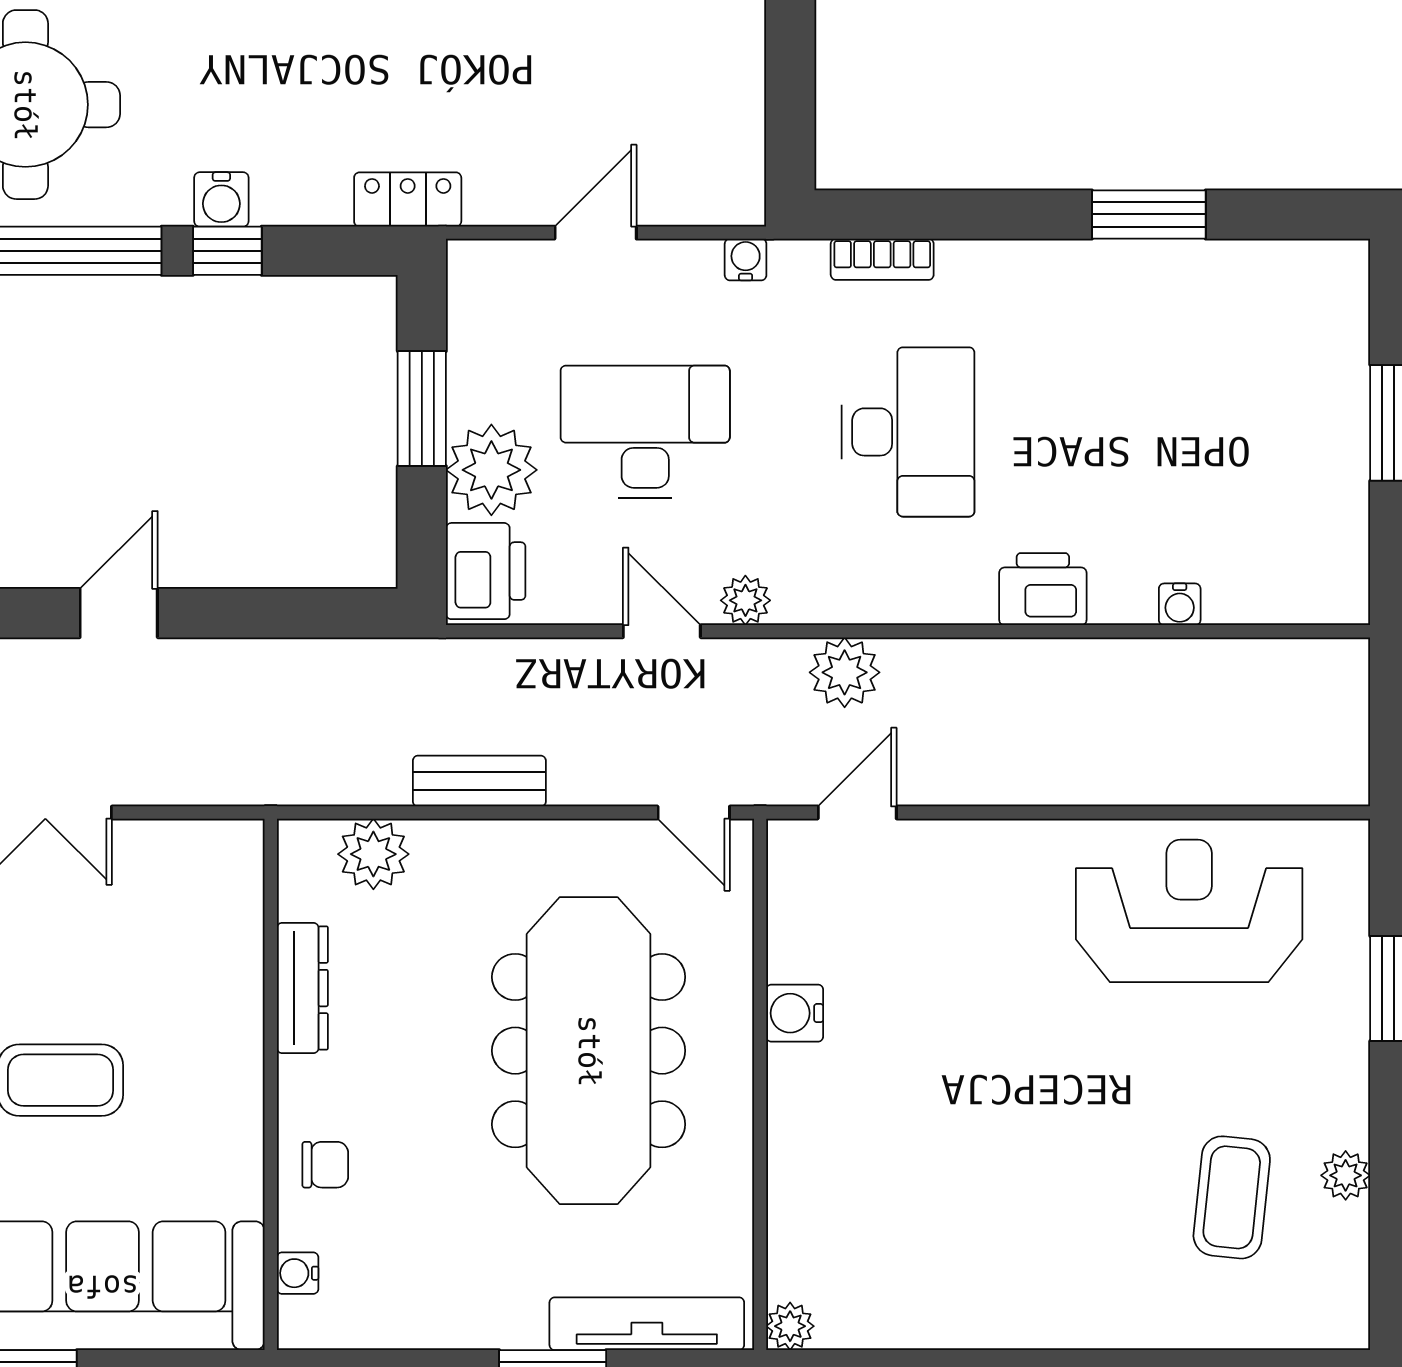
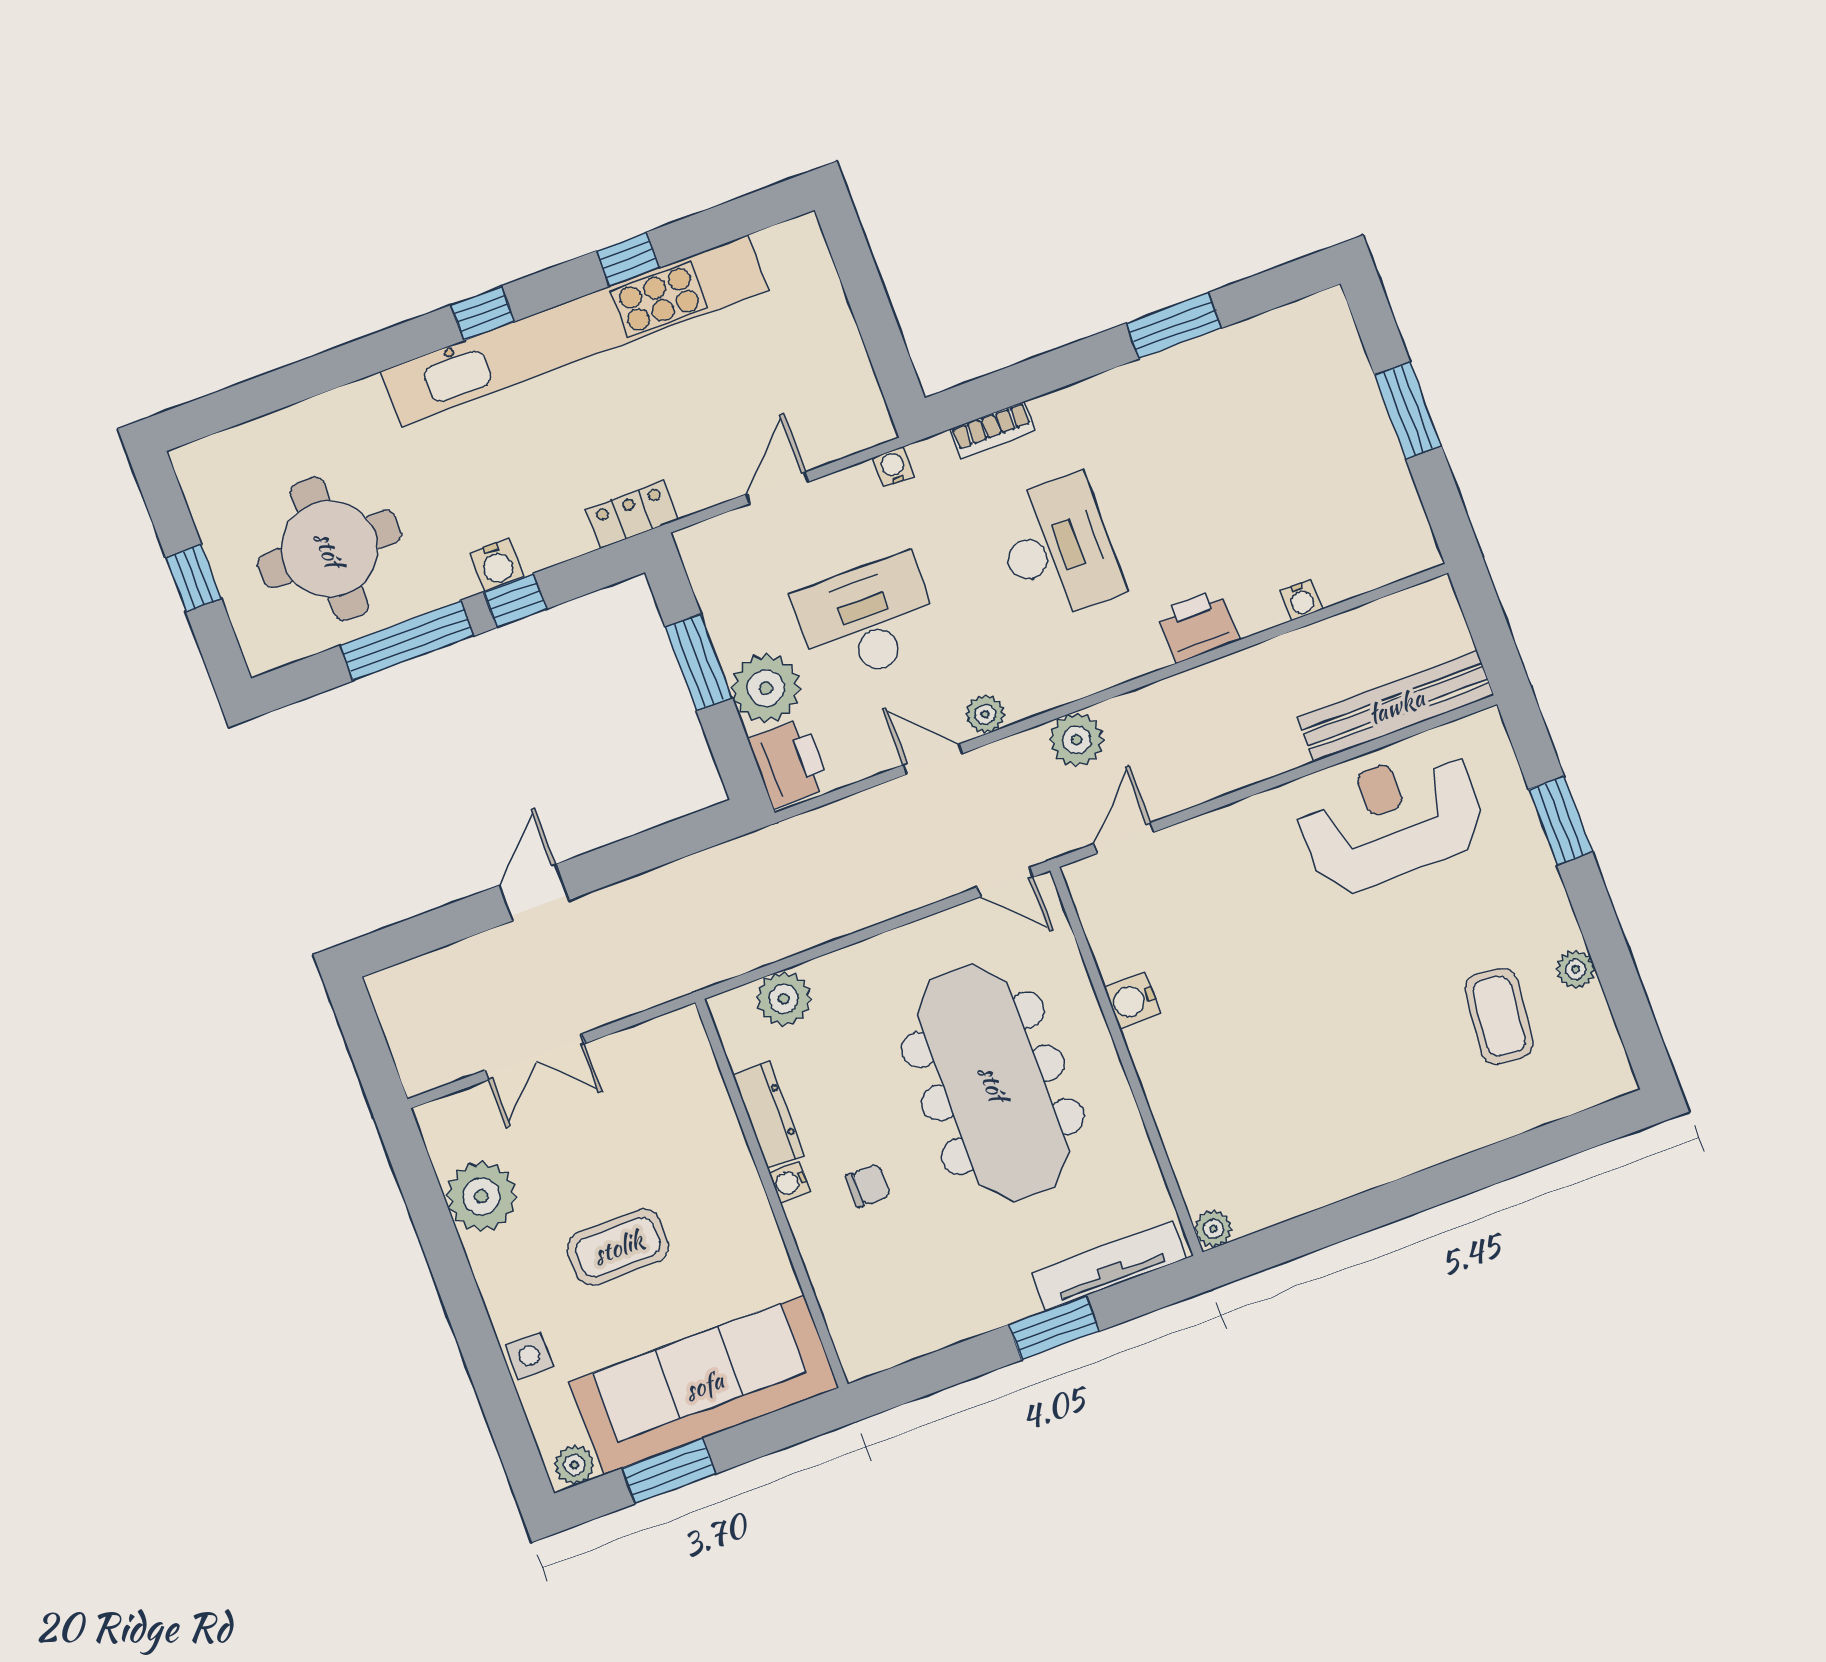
bench: (479, 781) -> (1396, 706), moved, width x1.86, depth x1.21
chair: (325, 1165) -> (868, 1186), moved
water cooler: (298, 1273) -> (789, 1182), moved

